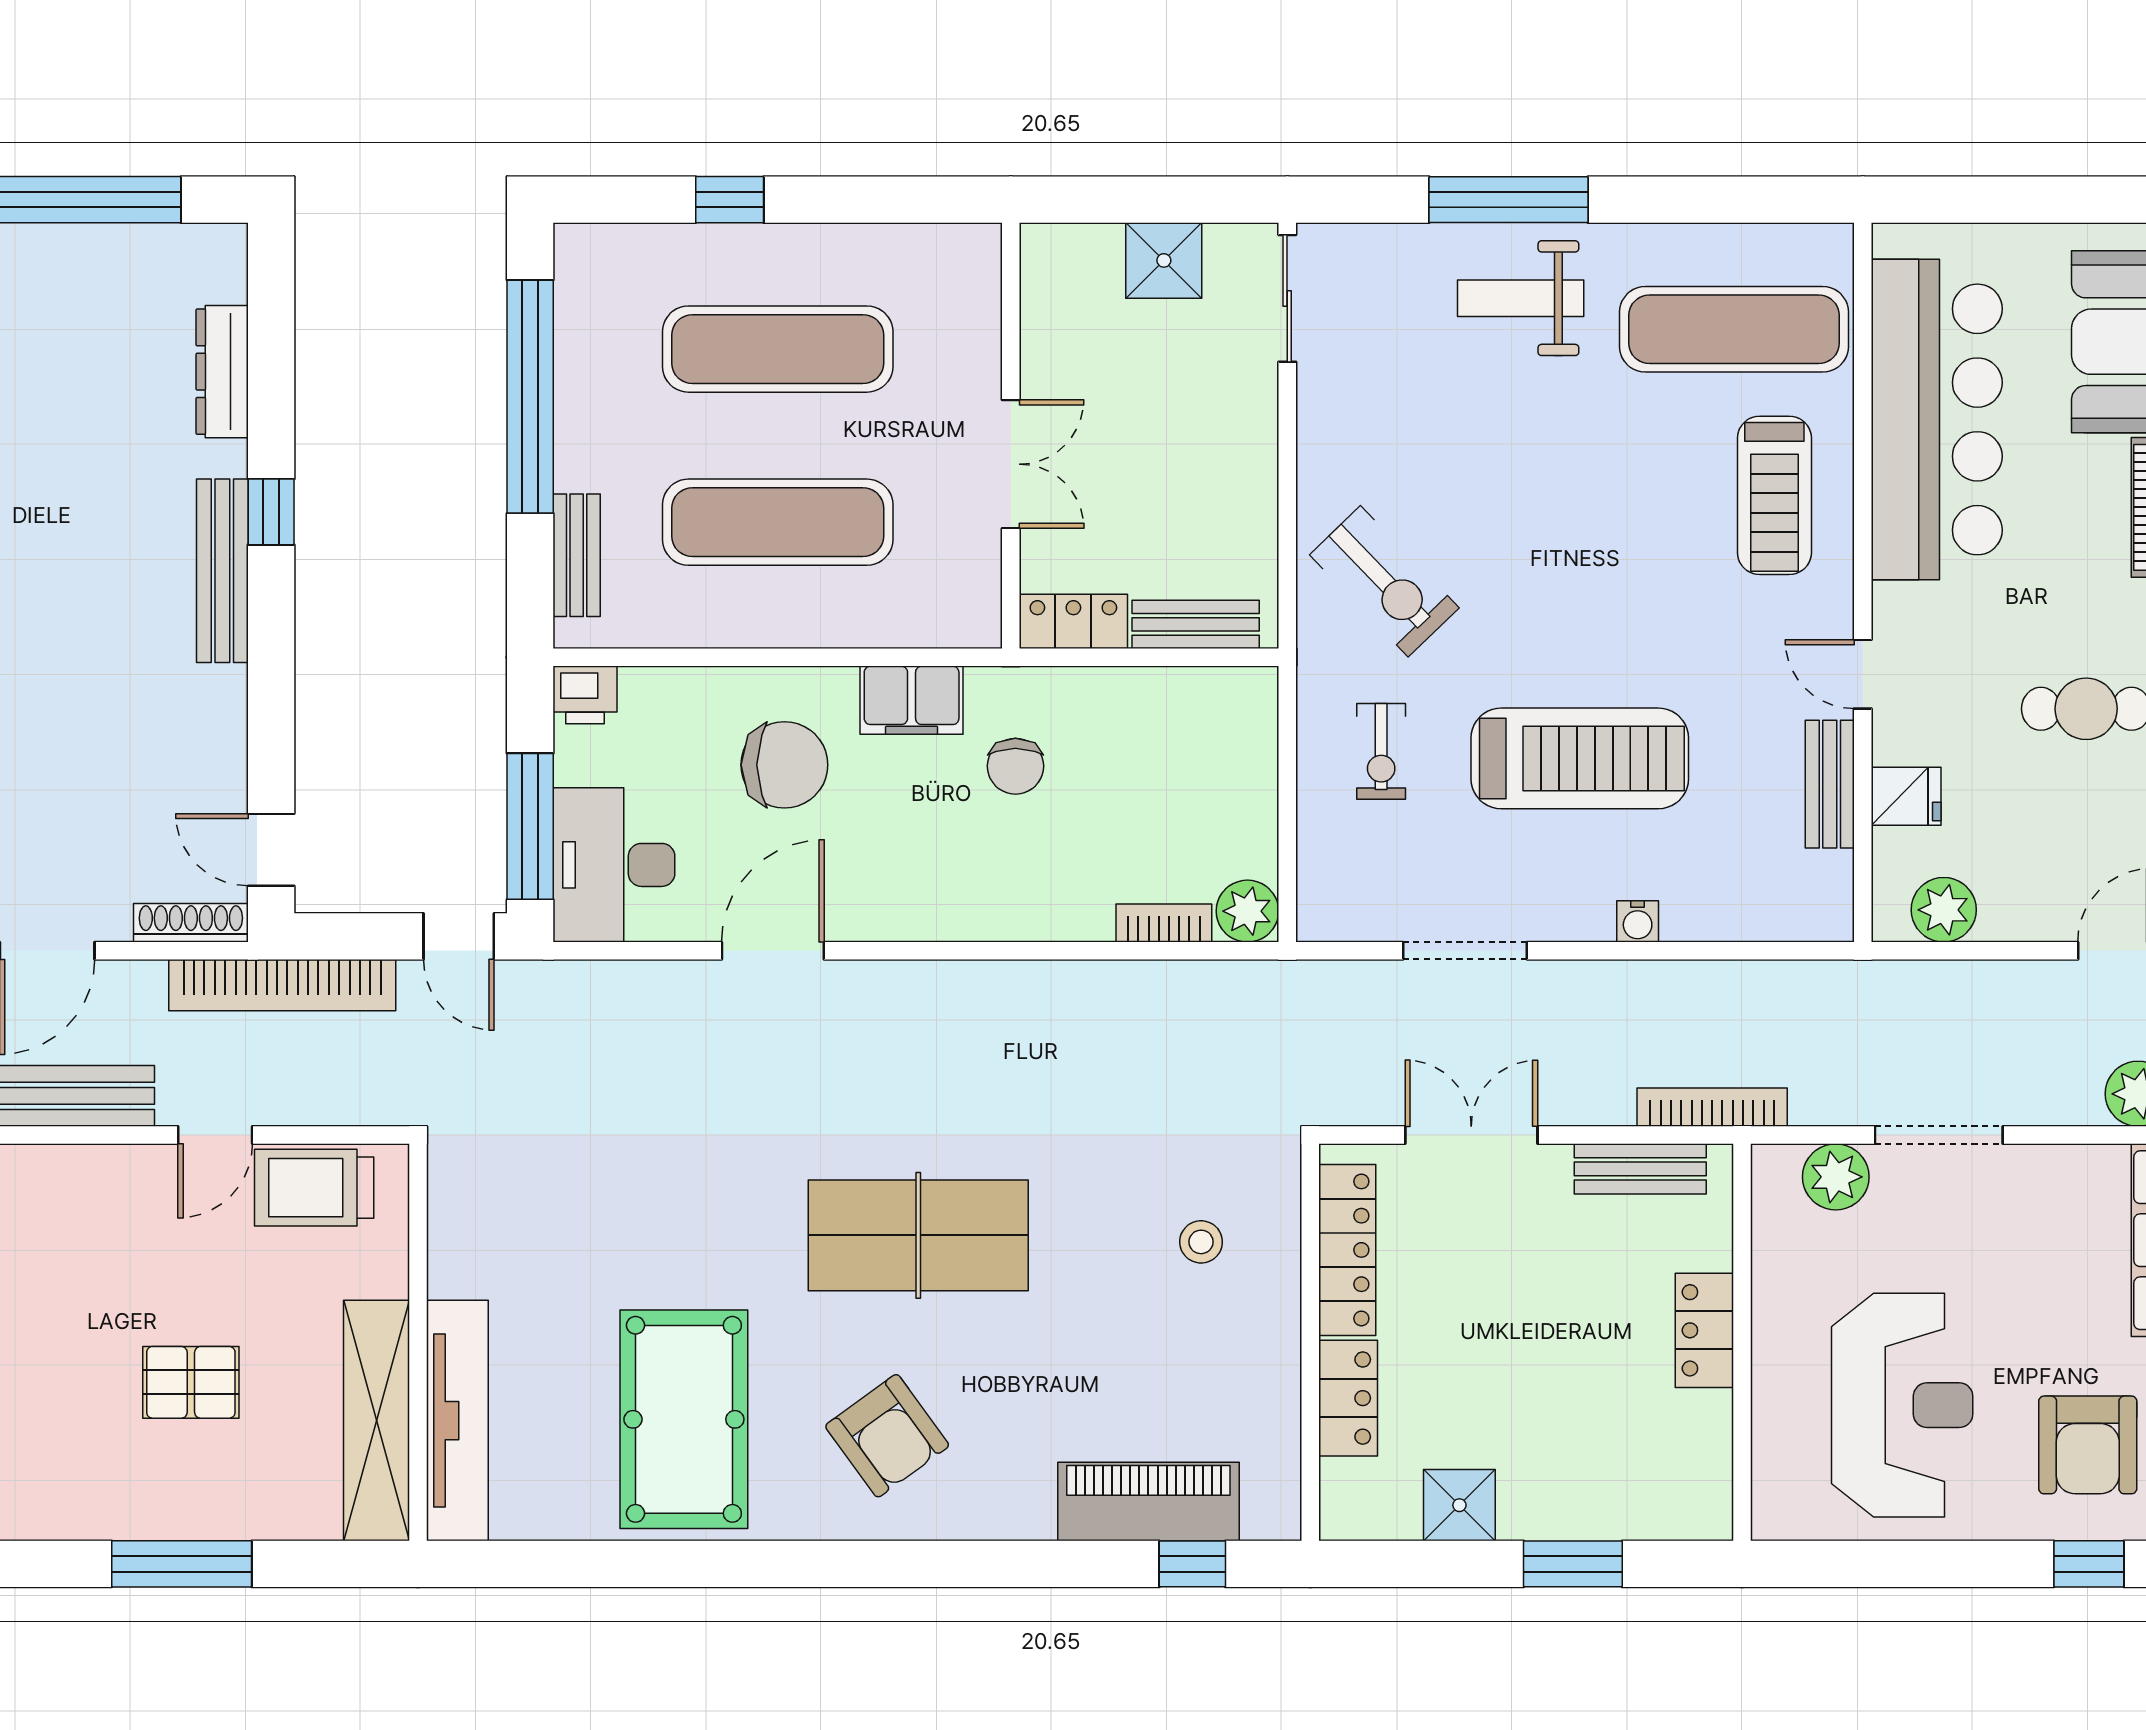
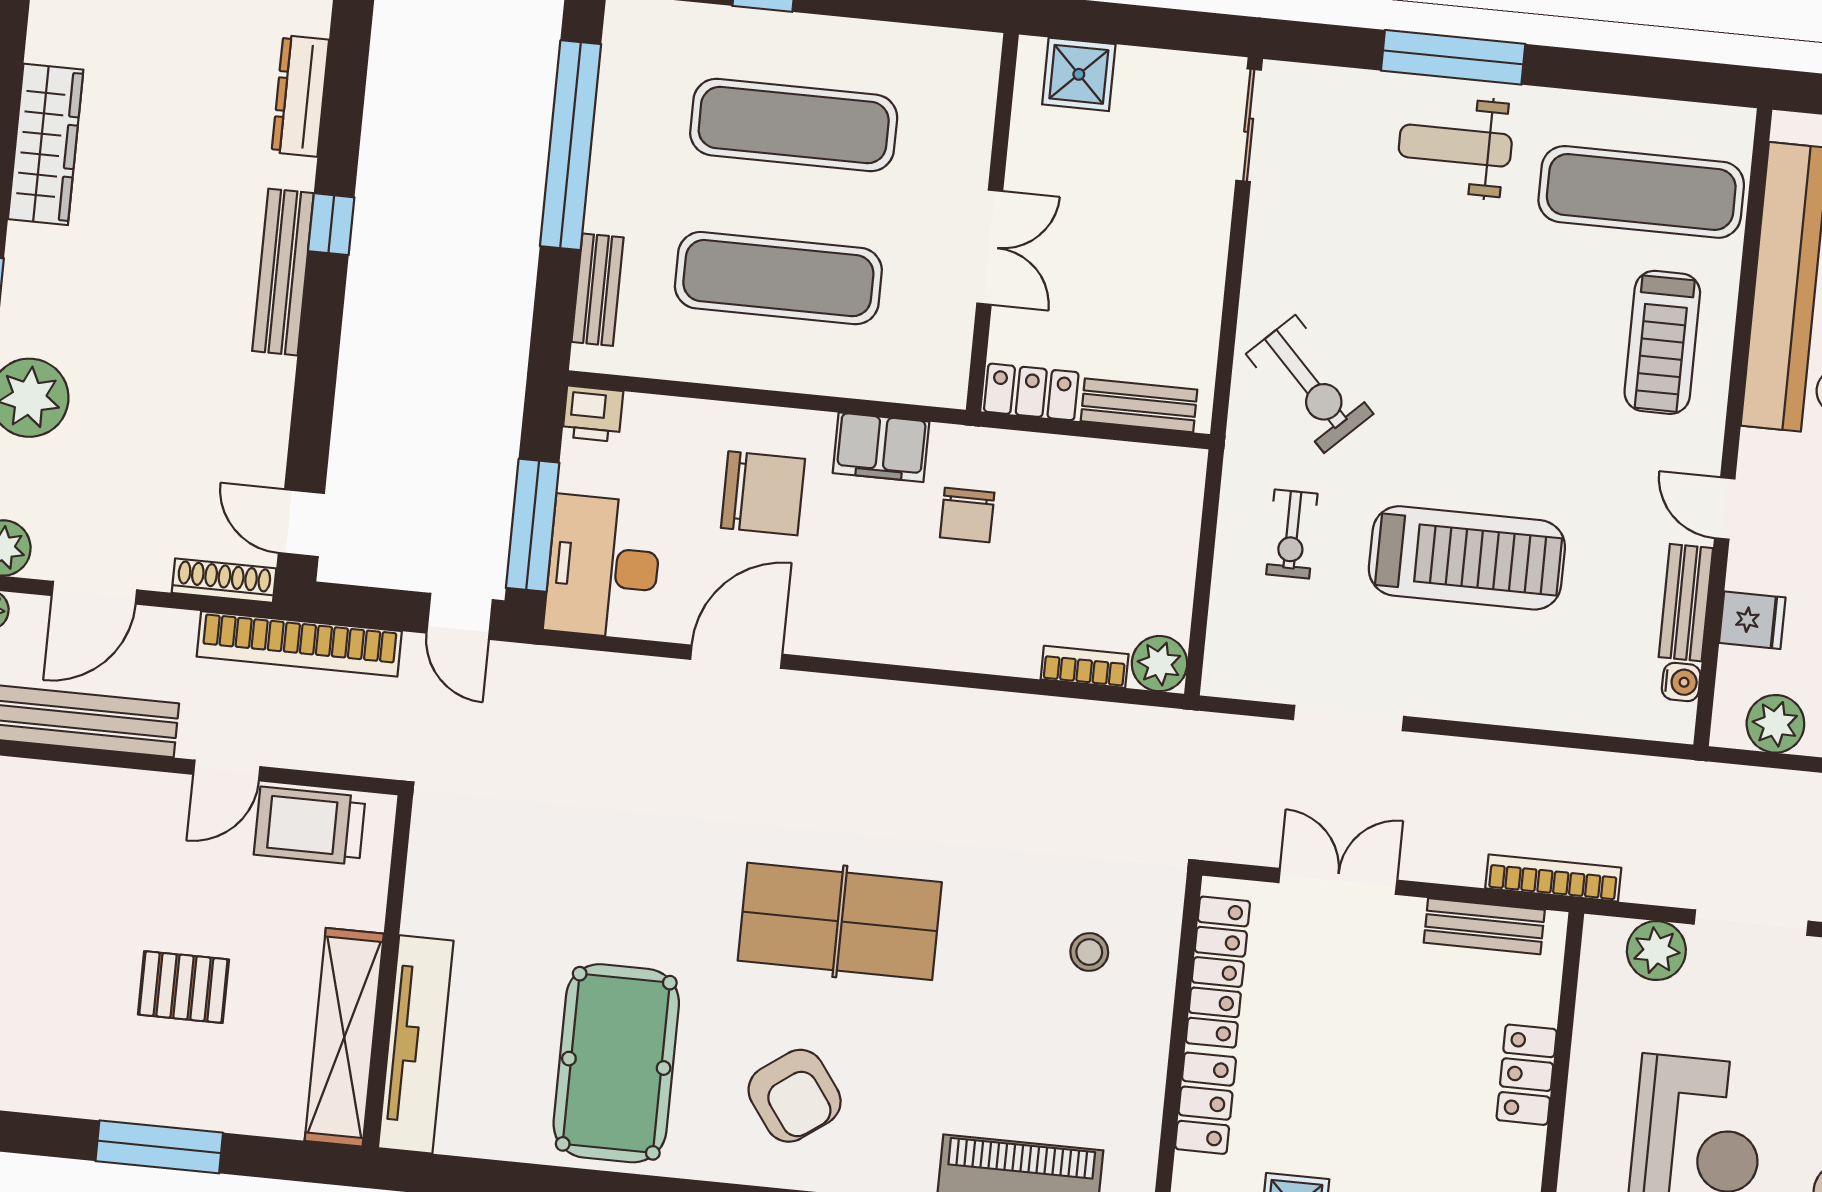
shower: (1164, 260) -> (1079, 74), moved
water cooler: (1638, 921) -> (1681, 682), moved, turned -90

